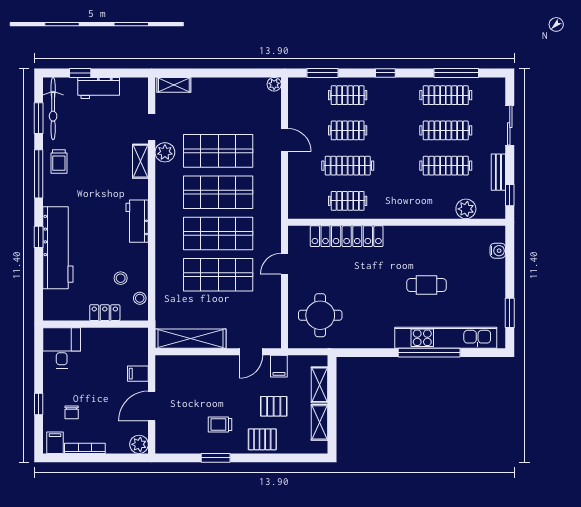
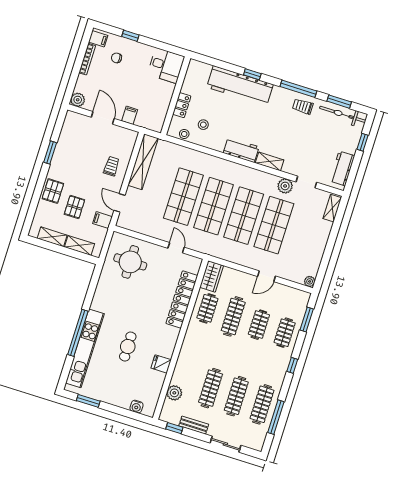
workbench: (99, 88) -> (342, 168), moved
shelving: (140, 161) -> (270, 161), moved
wardrobe: (306, 208) -> (212, 276), added
fridge: (435, 237) -> (161, 364), added
trolley: (220, 425) -> (111, 166), moved

